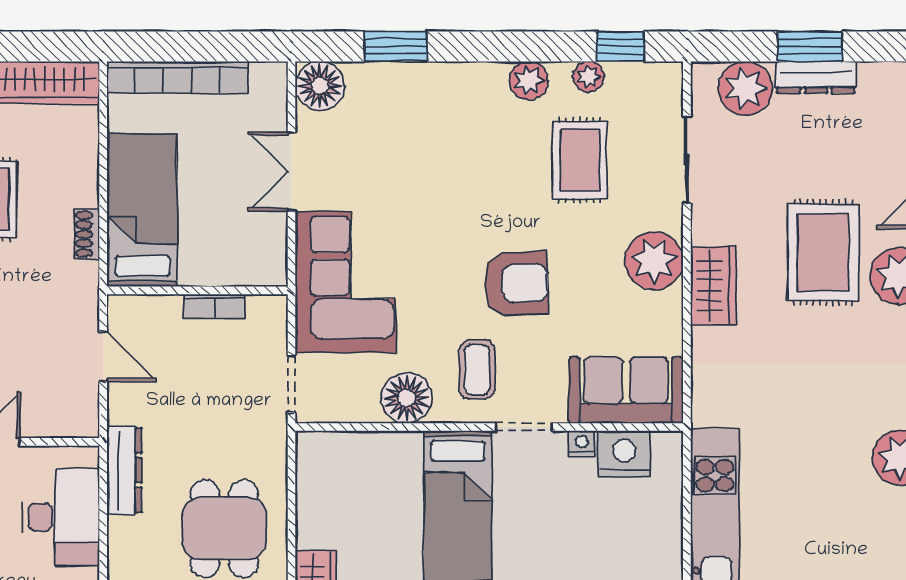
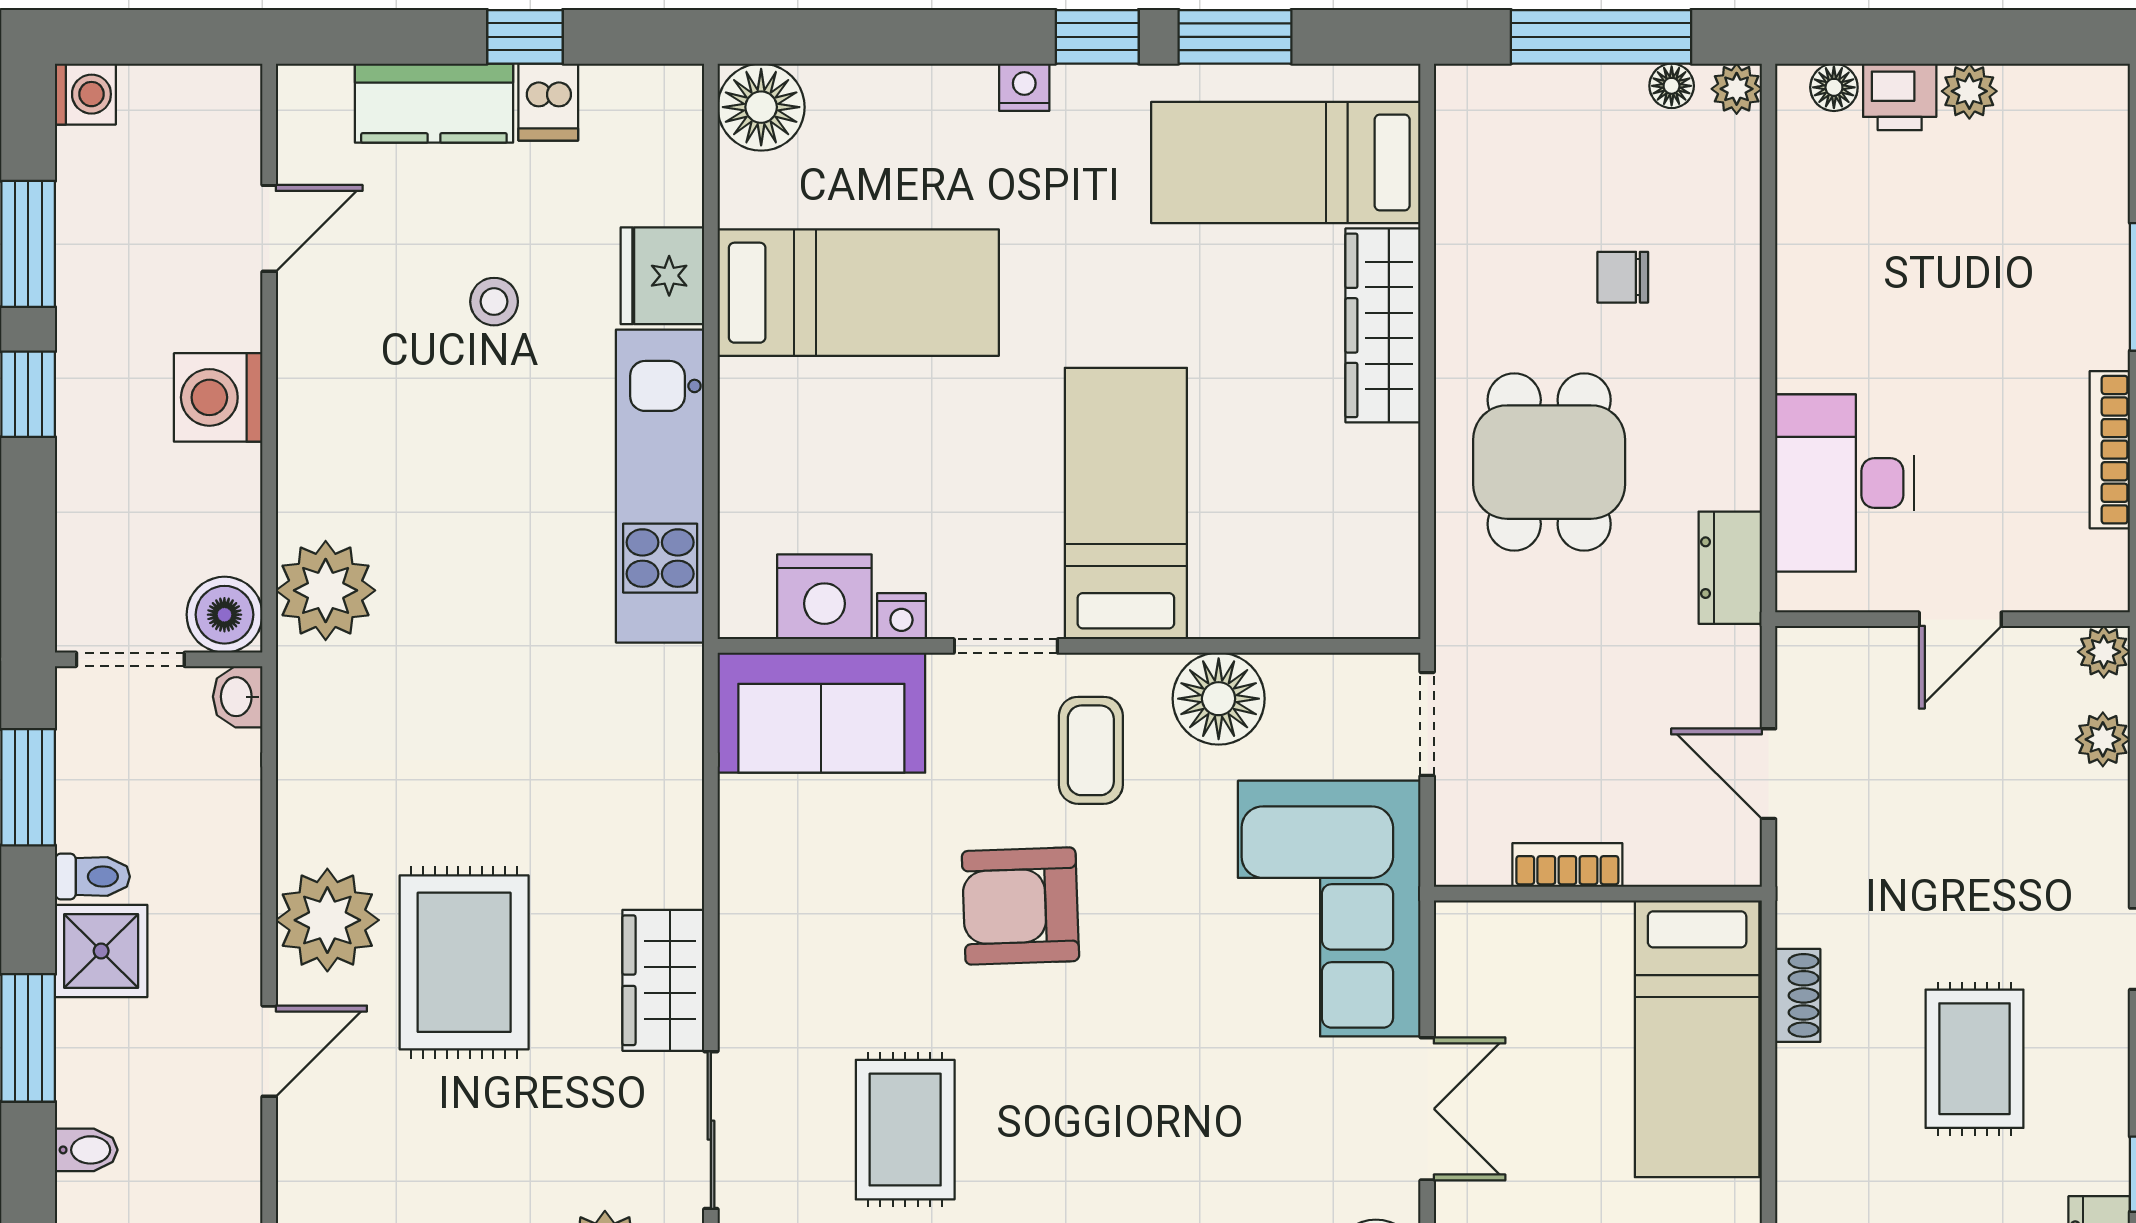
plant: (654, 261) -> (770, 947), removed
wardrobe: (713, 286) -> (663, 980), moved
dresser: (124, 470) -> (1730, 568), width x0.70

